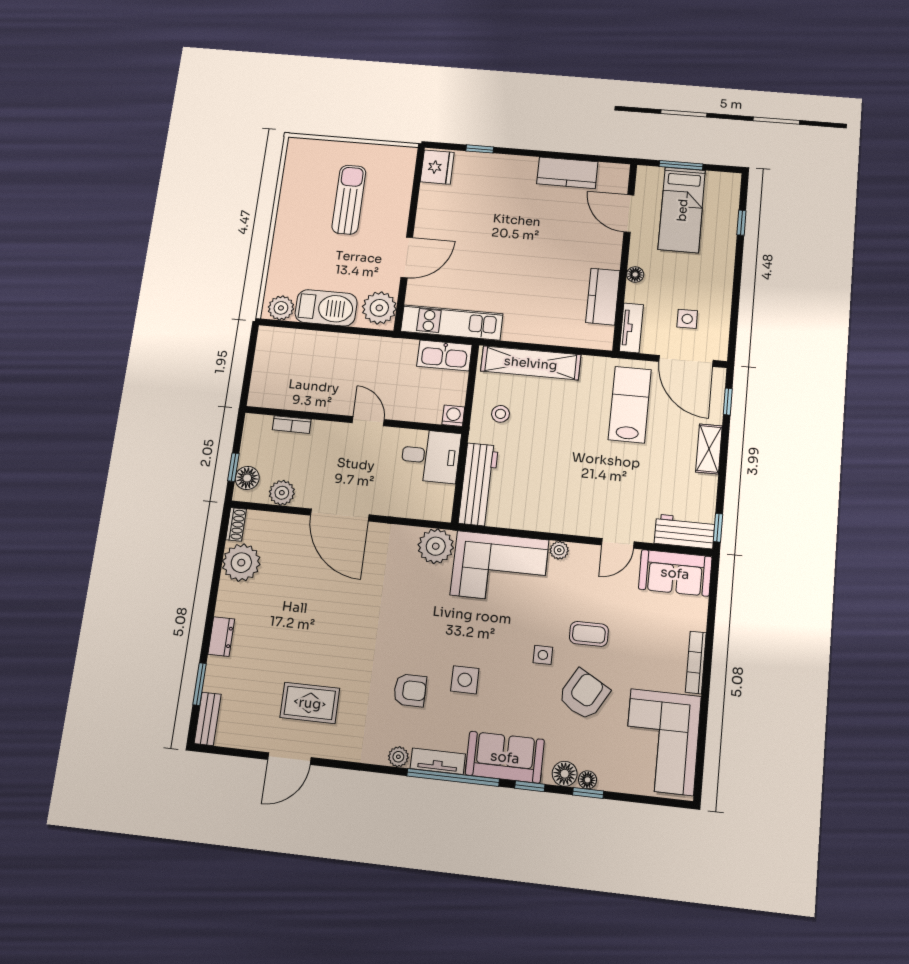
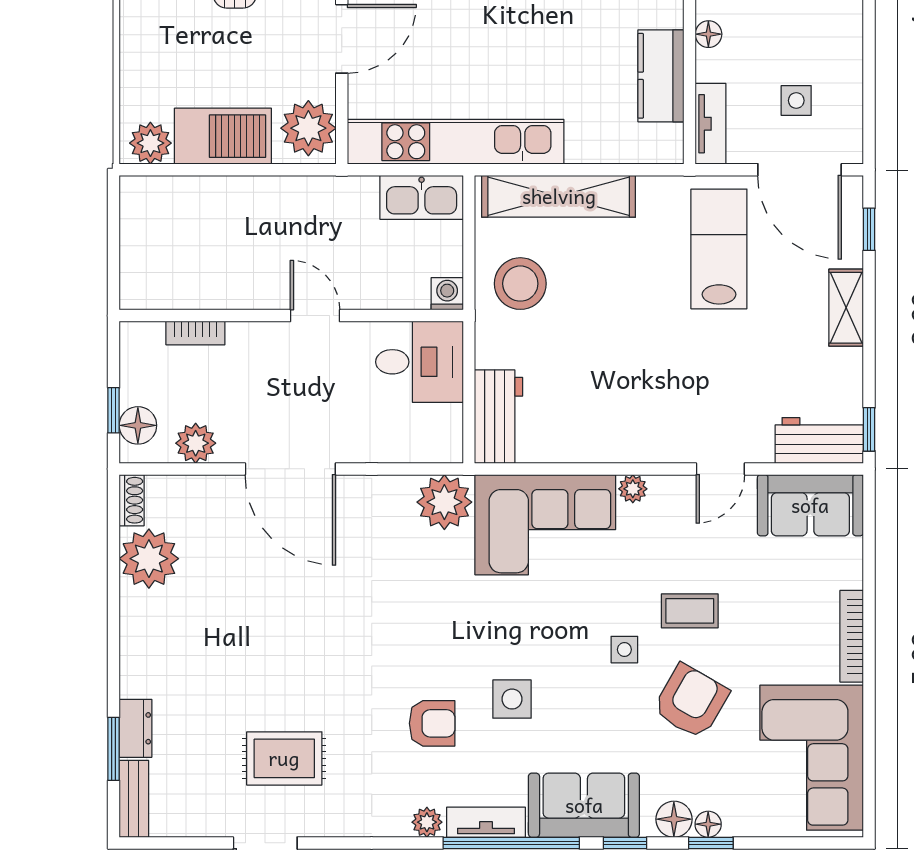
kitchen unit: (452, 323) -> (456, 142), width x1.36
stool: (500, 414) -> (520, 284), width x1.89, depth x1.89
workbench: (478, 484) -> (499, 417), width x0.73
dresser: (221, 637) -> (135, 728), moved

